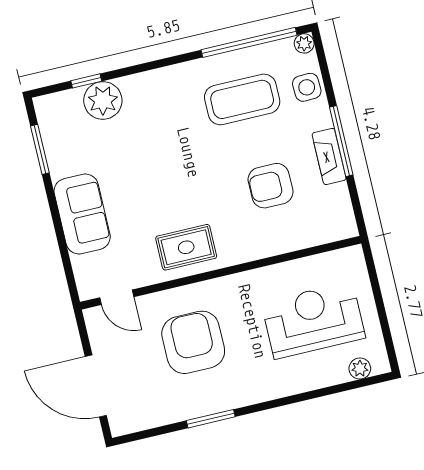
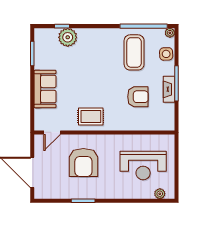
coffee table: (242, 99) -> (134, 52), turned 90
armchair: (271, 186) -> (138, 97), turned 180
door: (117, 297) -> (52, 132), hinge flipped
reception desk: (313, 320) -> (143, 165), turned 180
armchair: (193, 342) -> (83, 162), turned 180

